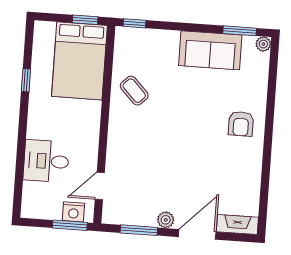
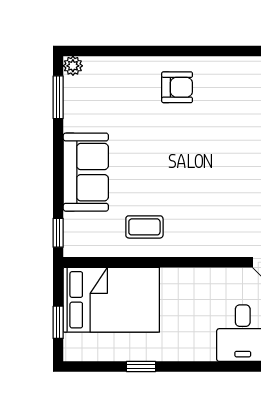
window: (85, 20) -> (58, 322), moved
sofa: (210, 50) -> (86, 172), moved
coffee table: (134, 91) -> (144, 227), turned 44

